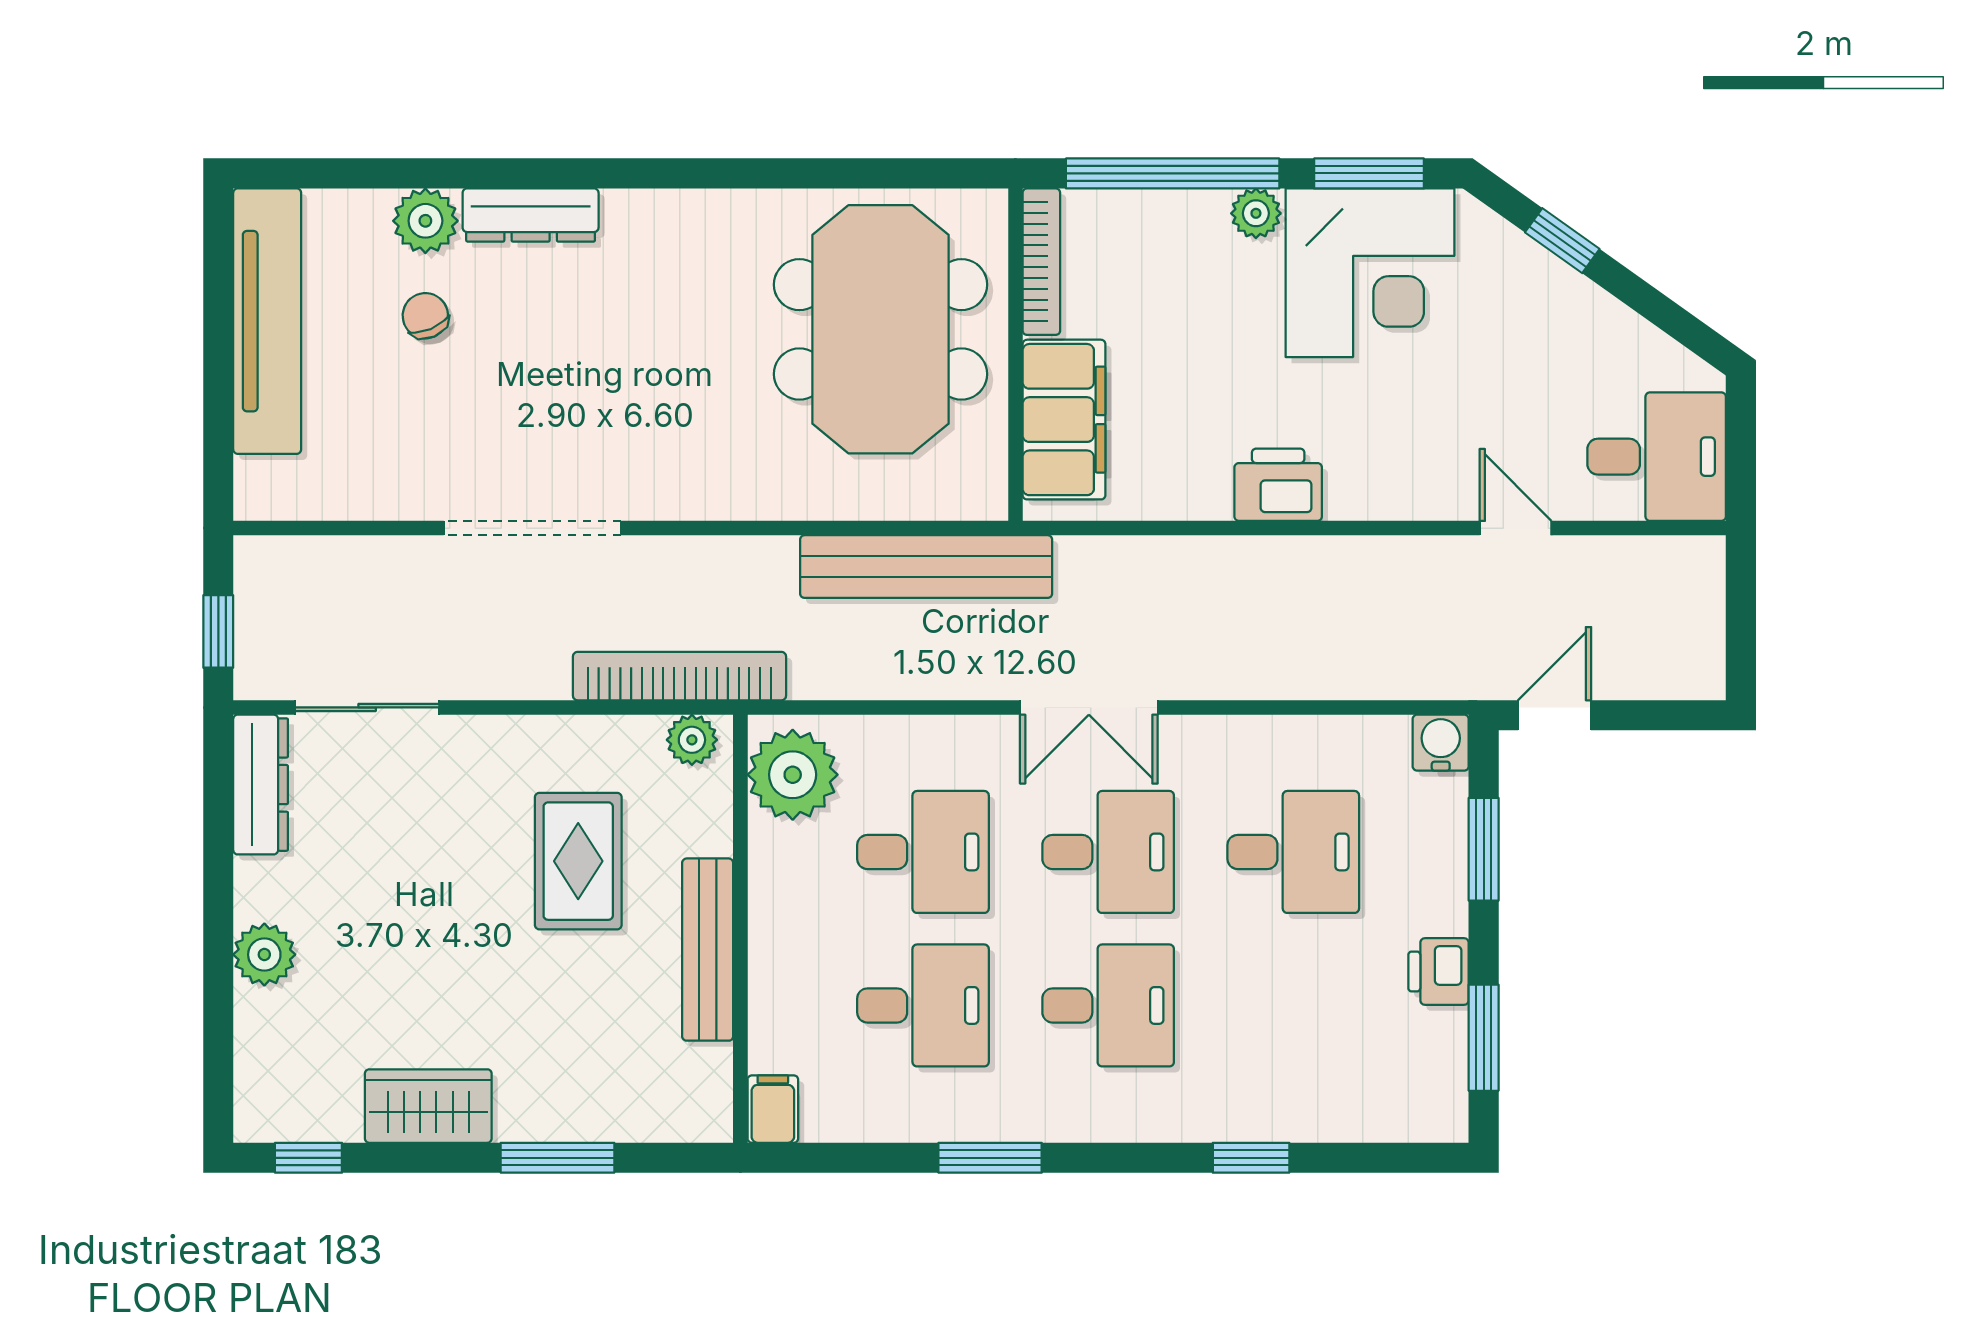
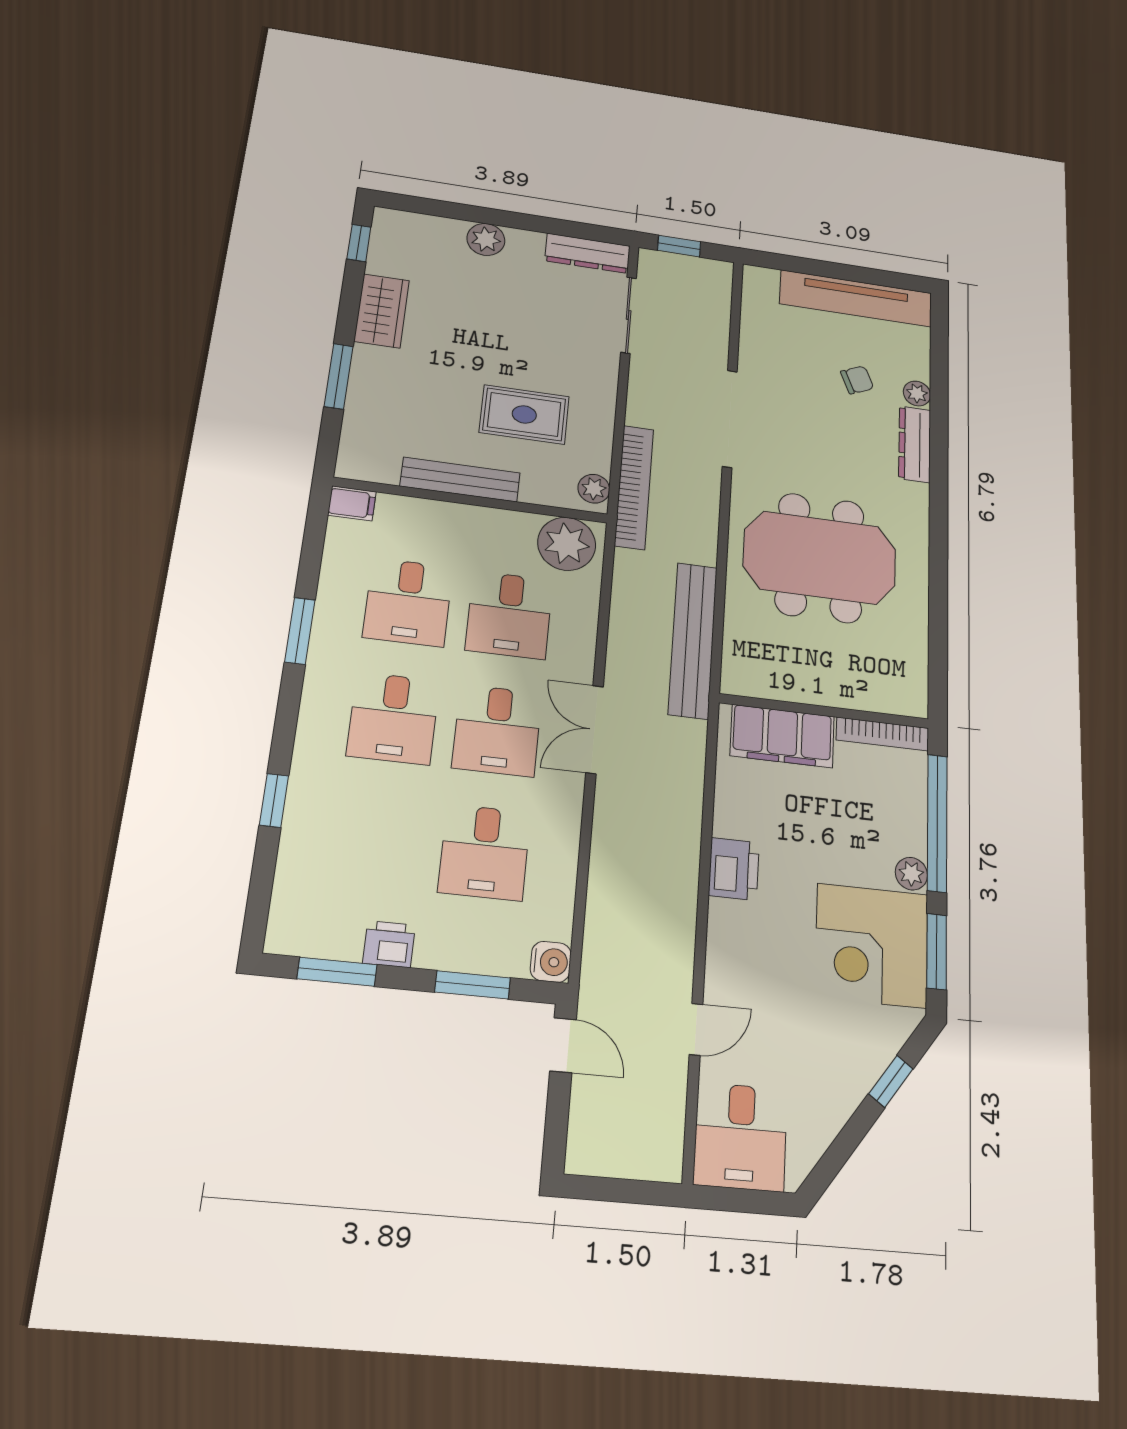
plant: (425, 221) -> (917, 394), width x0.73, depth x0.73
meeting table: (880, 329) -> (820, 558), moved

